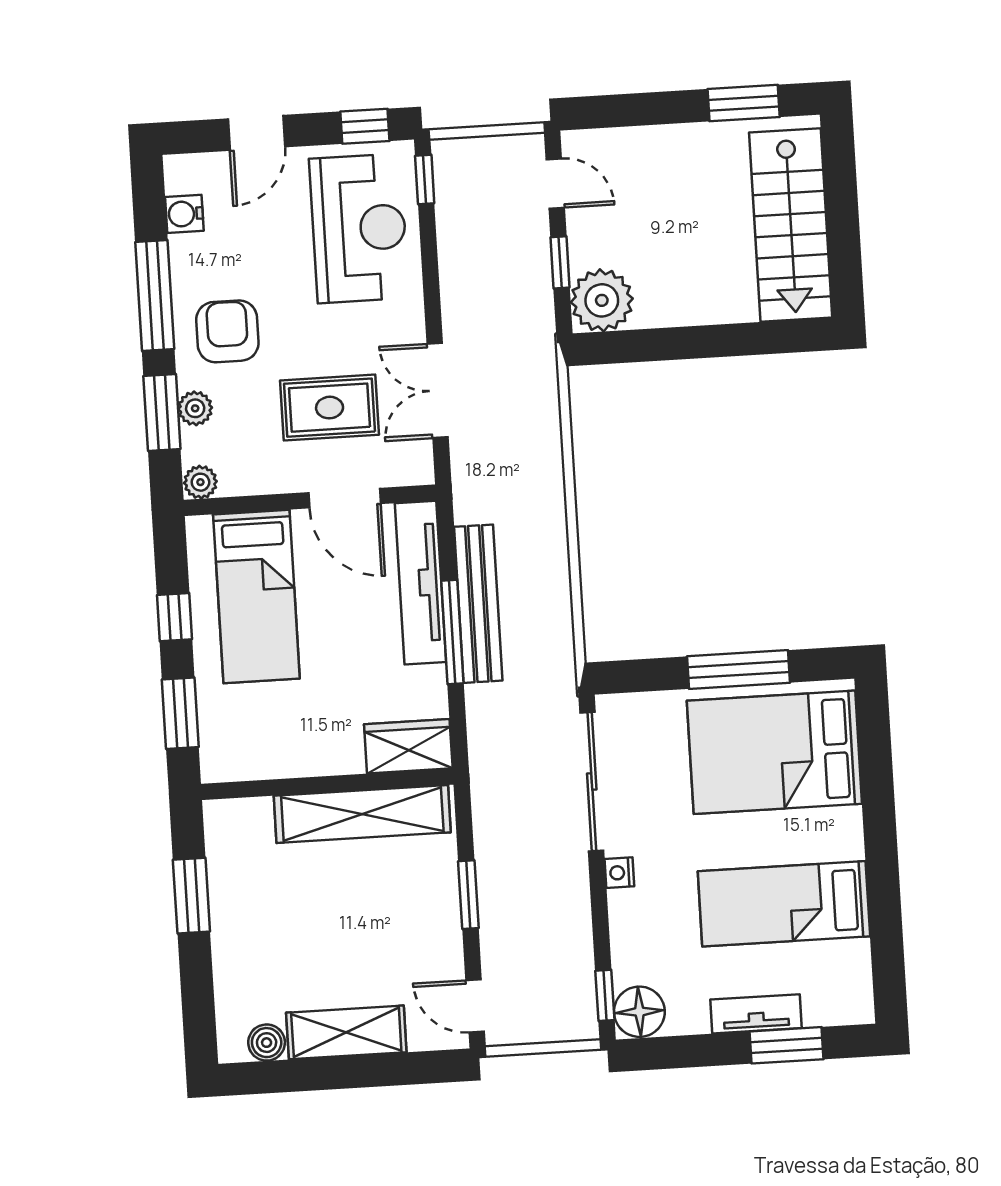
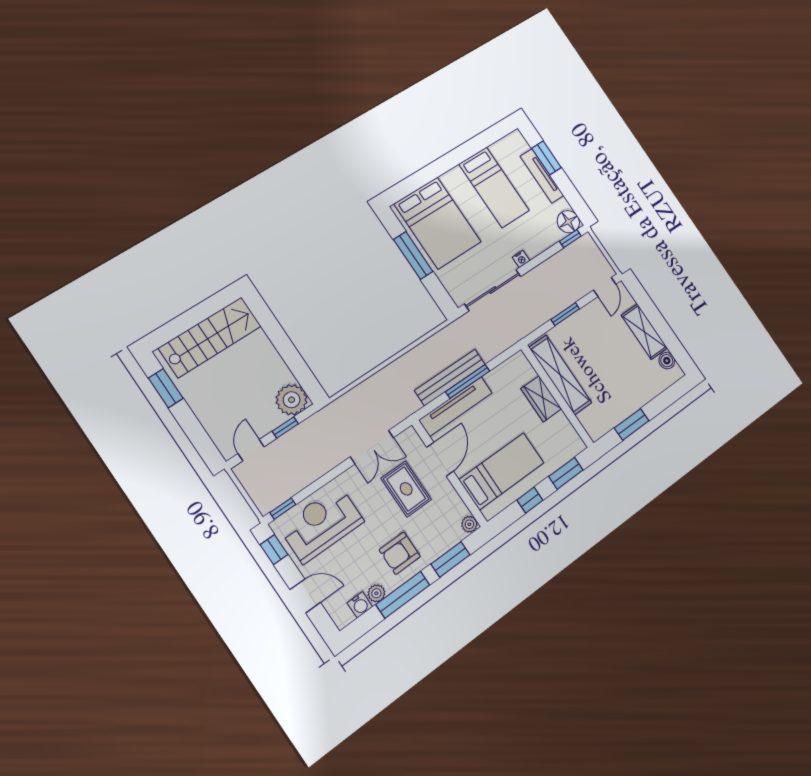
plant: (195, 408) -> (376, 593), moved
wardrobe: (408, 746) -> (541, 399), moved
tv unit: (756, 1014) -> (542, 176), width x1.41

